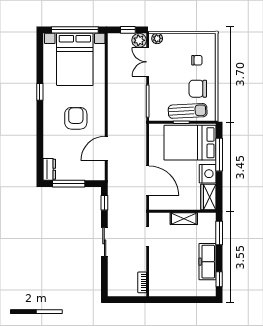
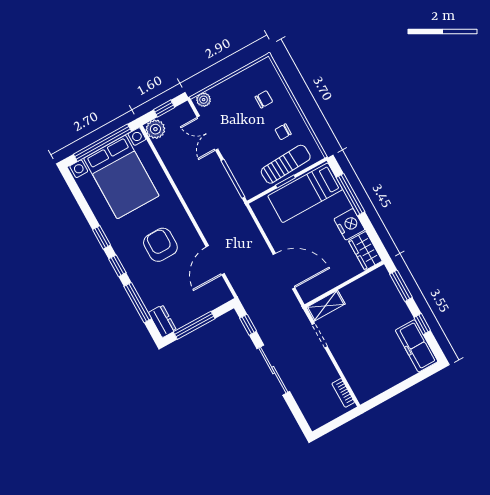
plant: (139, 40) -> (155, 129), moved
chair: (198, 89) -> (283, 132), width x0.54, depth x0.54
window: (40, 116) -> (117, 266), added
bed: (190, 143) -> (305, 193), width x0.67
window: (40, 148) -> (138, 303), added
shelving: (184, 219) -> (326, 306), moved
sliding door: (104, 242) -> (273, 370), width x1.37
freezer: (208, 262) -> (417, 346), moved
window: (219, 279) -> (422, 324), moved

